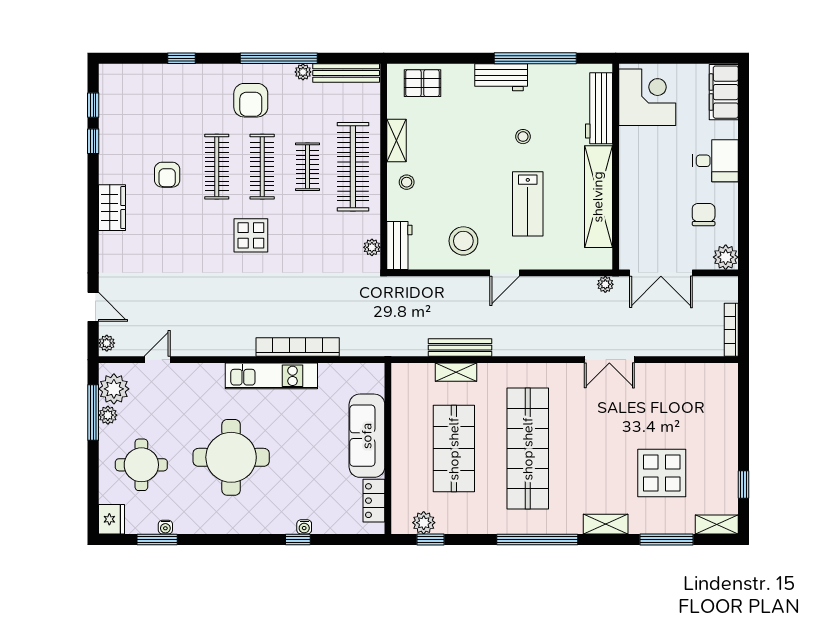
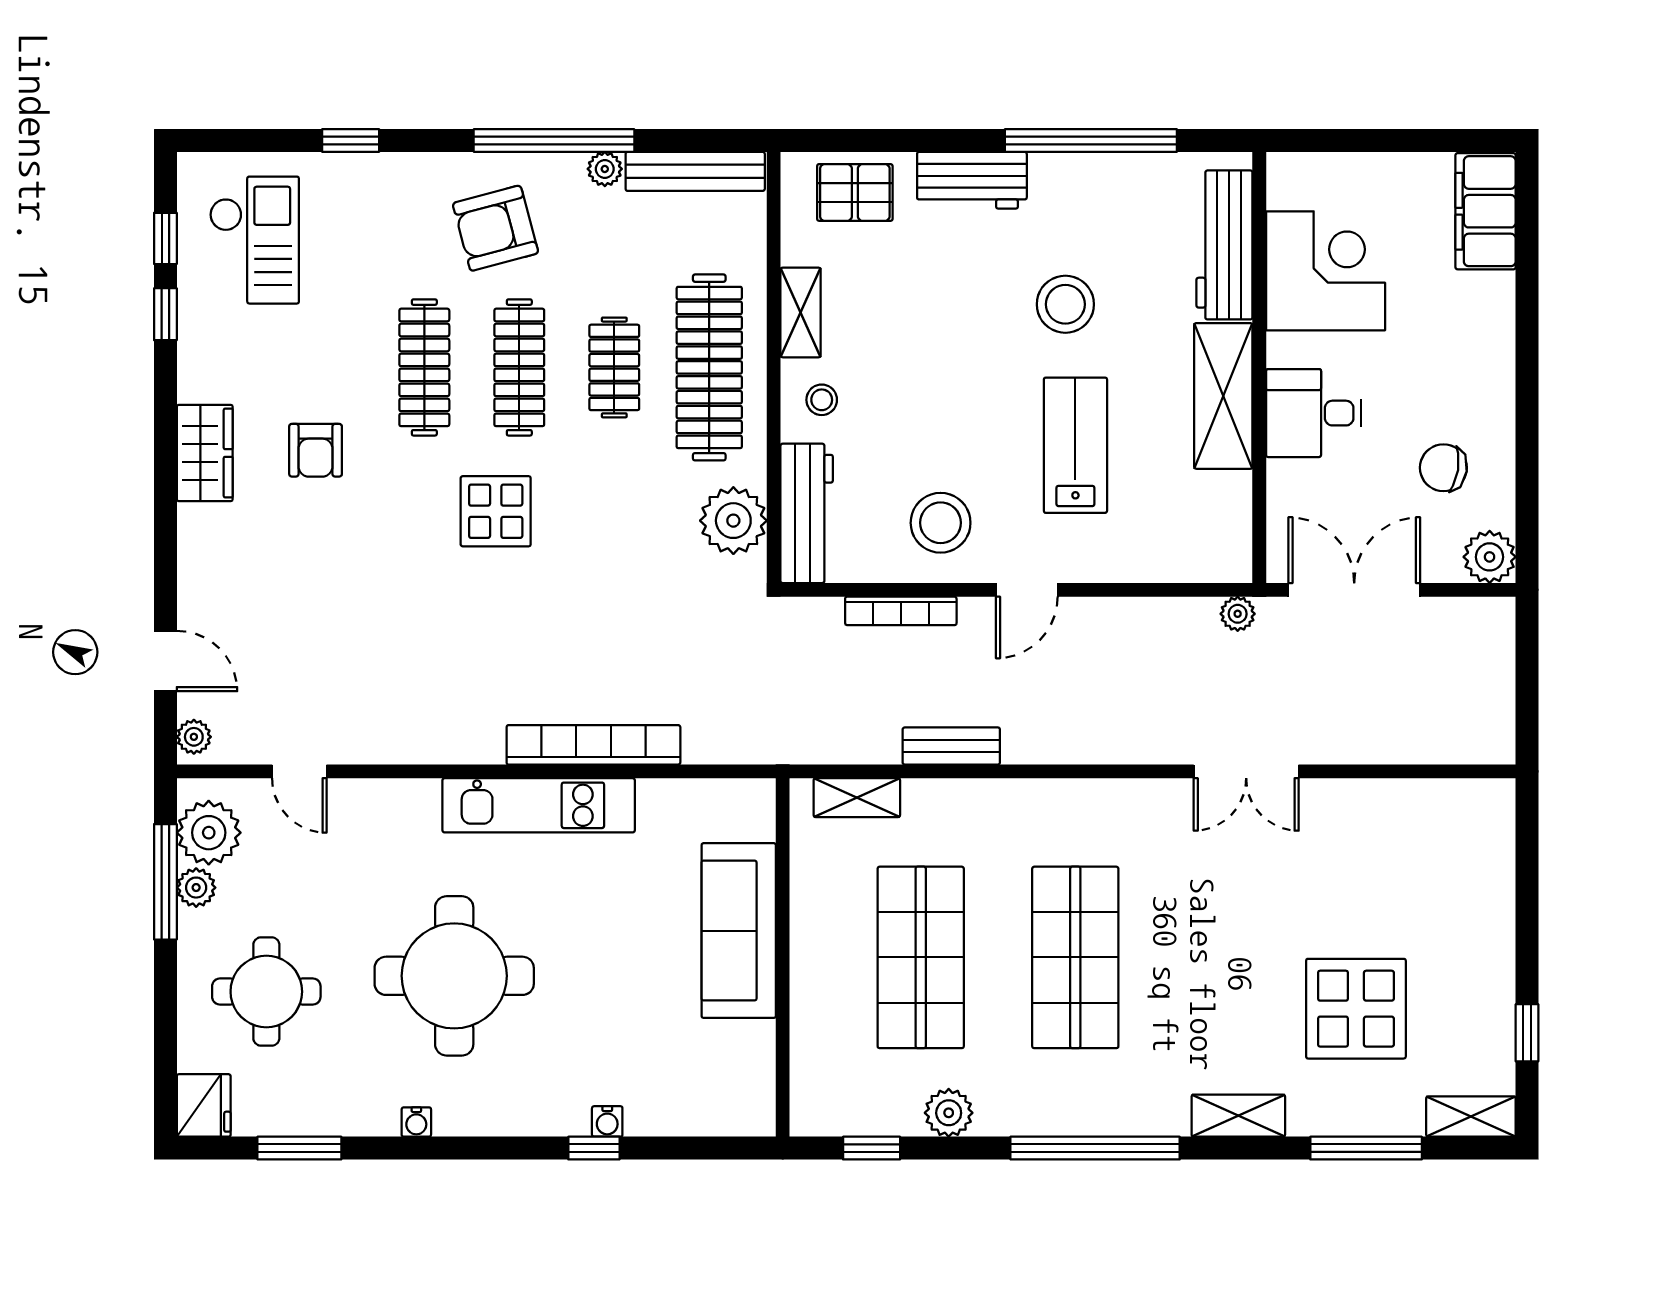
workbench: (501, 77) -> (972, 180), moved
corner desk: (647, 97) -> (1326, 271), moved
armchair: (251, 100) -> (495, 228), turned 75
checkout: (136, 106) -> (254, 240), added
stool: (523, 137) -> (1065, 304), width x1.89, depth x1.89
desk: (715, 161) -> (1314, 413), moved, turned 180
armchair: (167, 175) -> (316, 450), moved
shelving: (598, 197) -> (1223, 396), width x0.68
lab bench: (528, 204) -> (1075, 445), turned 180
chair: (704, 215) -> (1443, 468), turned -81
workbench: (399, 245) -> (807, 513), width x1.37
plant: (372, 247) -> (733, 521), width x1.87, depth x1.87
double door: (661, 273) -> (1354, 590), swing flipped
bookcase: (731, 330) -> (901, 611), moved, turned -90
bench: (460, 348) -> (951, 746), width x0.73
door: (157, 360) -> (299, 771), swing flipped
shelving: (456, 372) -> (857, 798), moved
shop shelf: (528, 449) -> (1075, 957), width x0.71
locker: (374, 501) -> (753, 1066), removed
plant: (424, 523) -> (949, 1113), moved
water cooler: (165, 527) -> (416, 1122), moved

